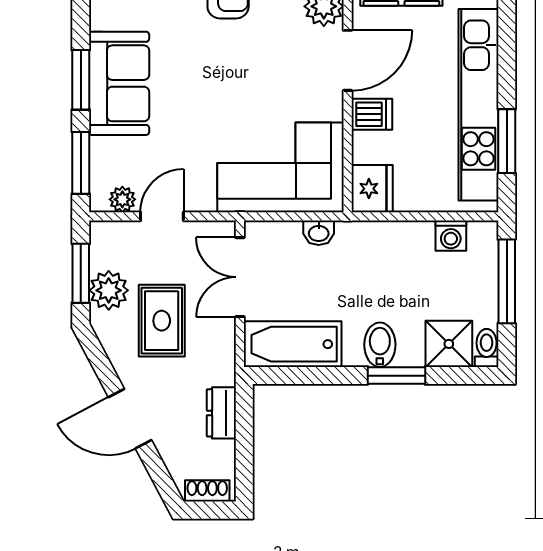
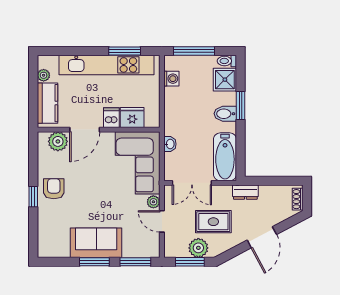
door: (348, 60) -> (85, 130), swing flipped
fridge: (372, 189) -> (132, 118), moved
plant: (122, 199) -> (153, 202), moved
dresser: (221, 413) -> (245, 192), moved

